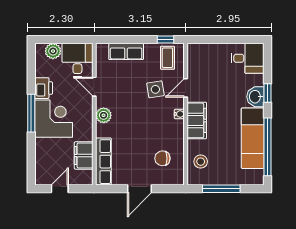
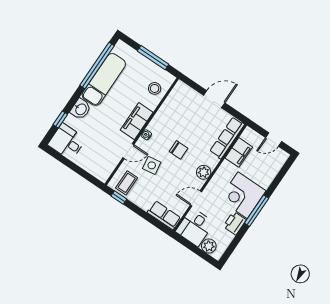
row of seats: (126, 51) -> (164, 215), moved
door: (94, 87) -> (196, 198), swing flipped
window: (268, 93) -> (60, 119), moved
chair: (162, 158) -> (179, 150), moved

